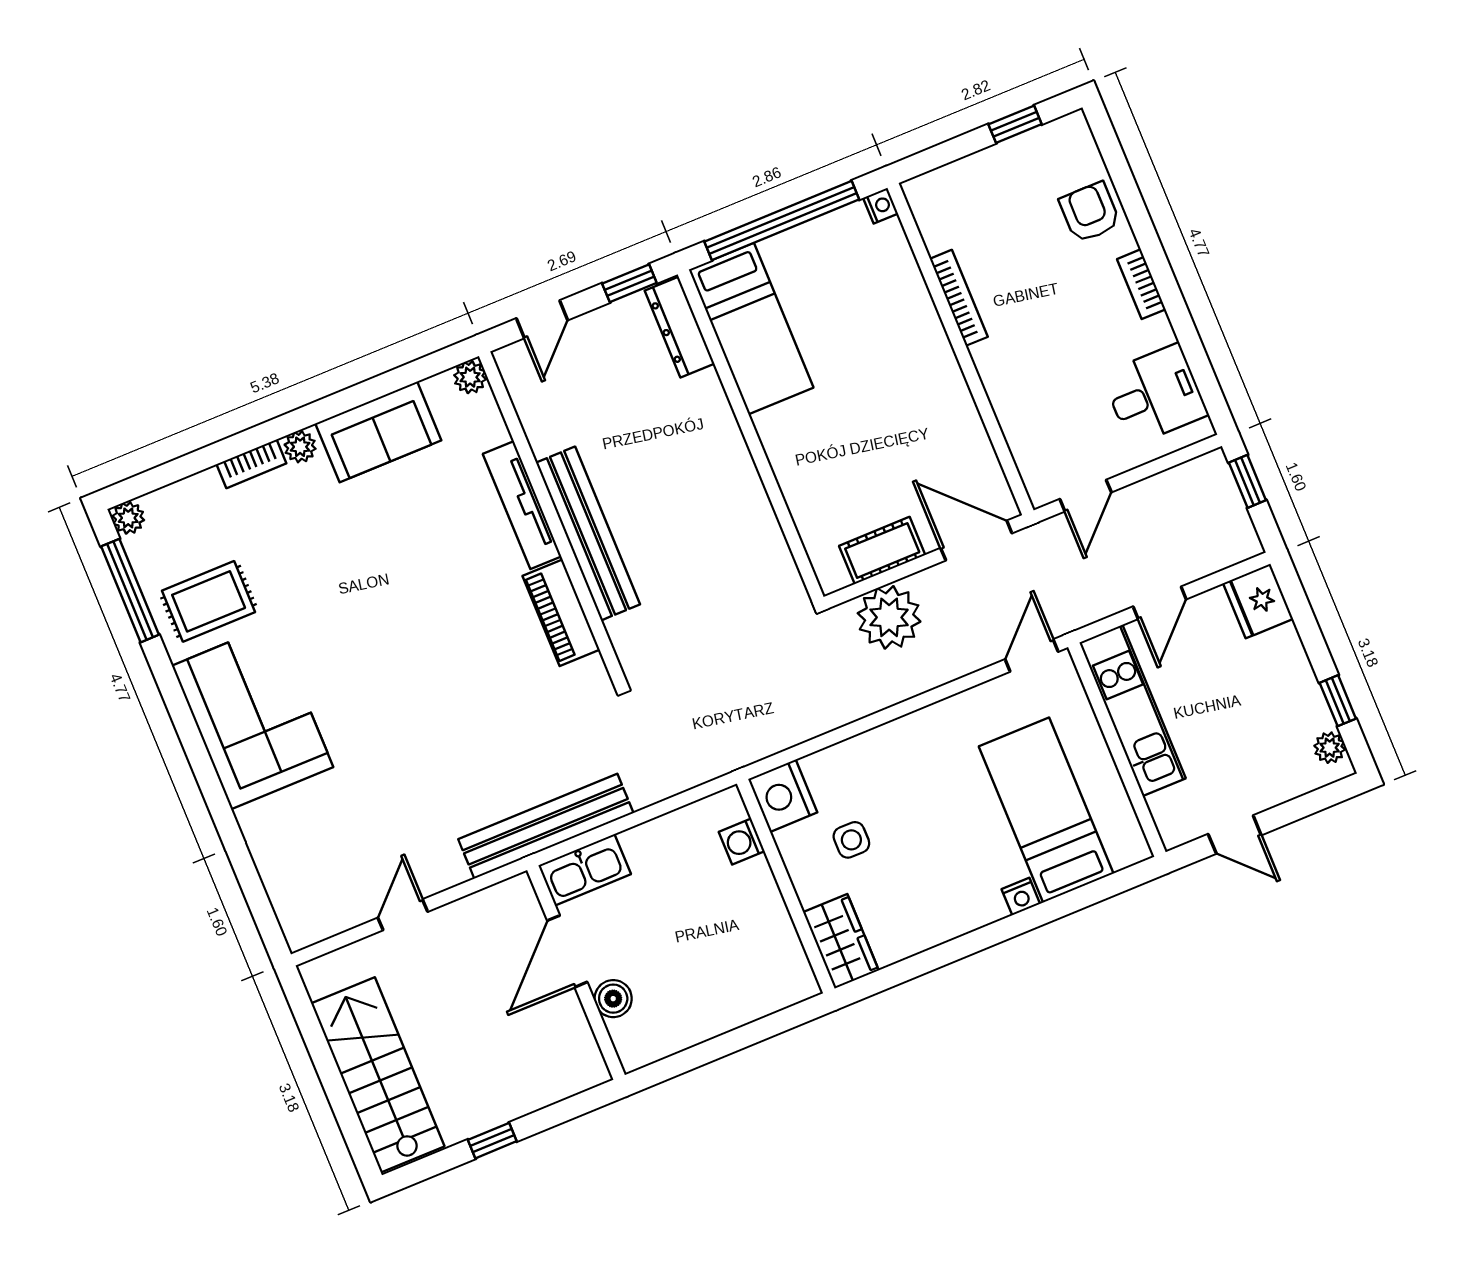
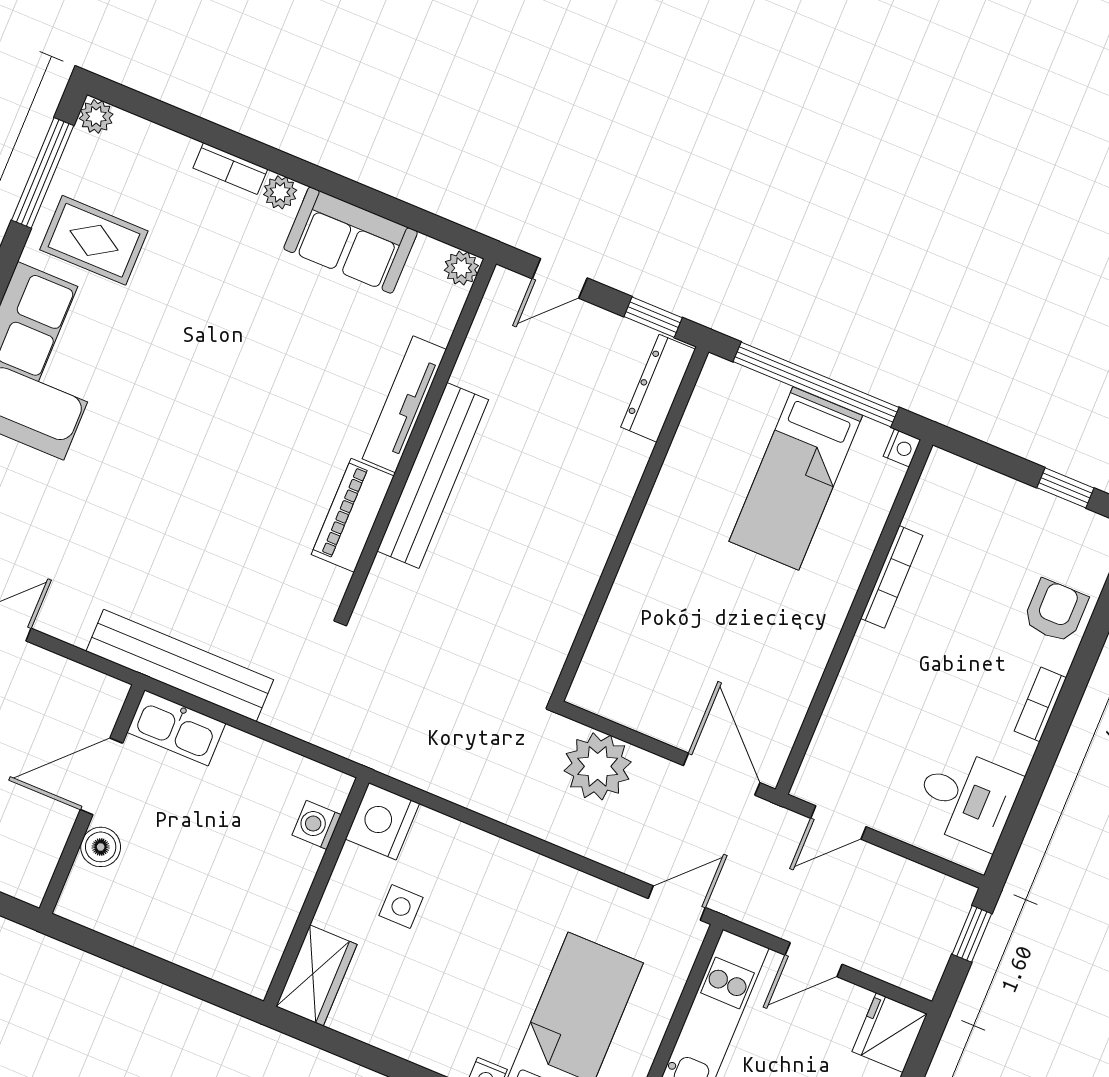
bed: (751, 329) -> (796, 478), moved
cot: (882, 550) -> (643, 710), removed

